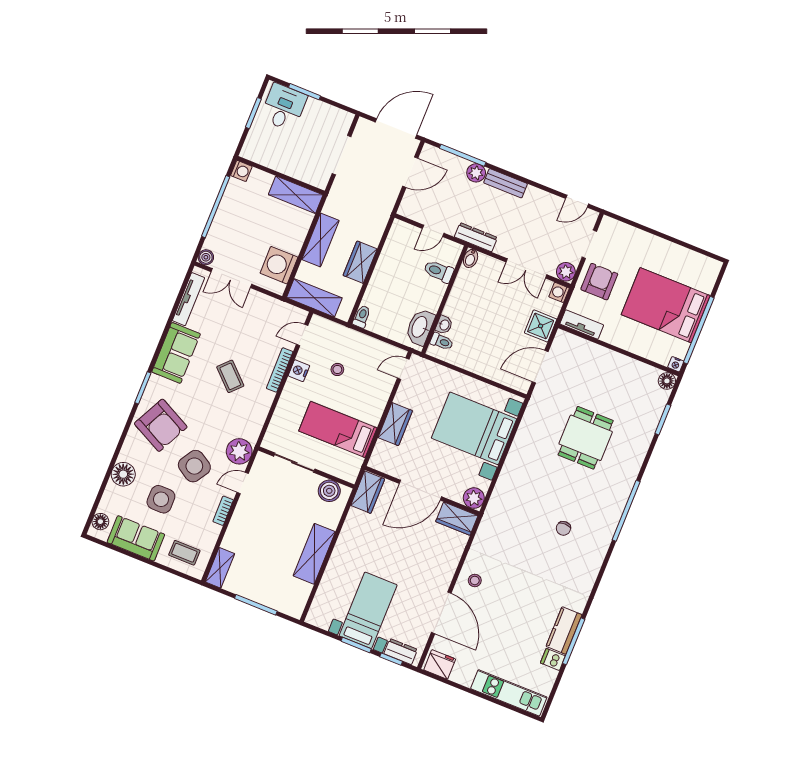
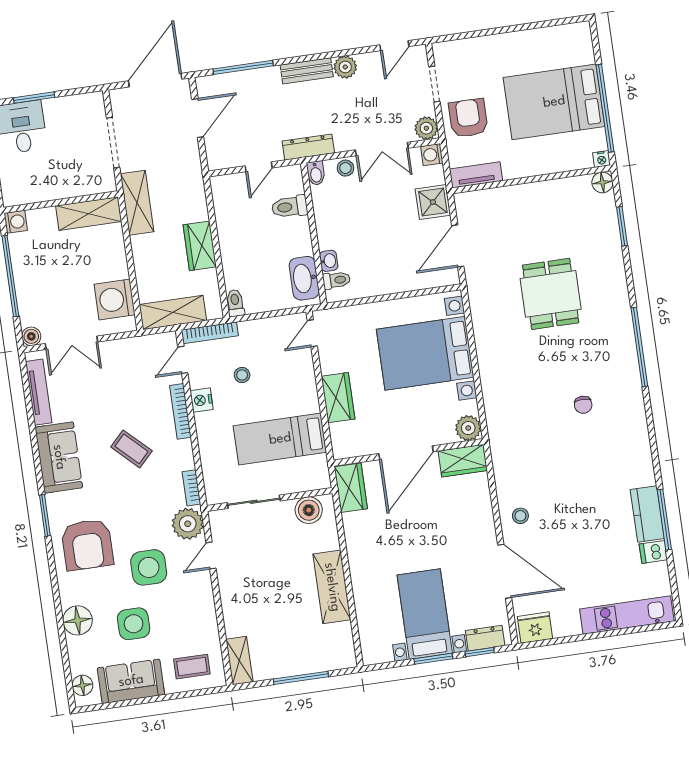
plant: (476, 173) -> (345, 67), moved
shelving: (320, 240) -> (137, 203), moved
stool: (493, 267) -> (346, 168), added
bookcase: (332, 327) -> (210, 333), added
armchair: (161, 425) -> (87, 545), turned 63
side table: (194, 466) -> (149, 567), turned -32
bookcase: (223, 511) -> (192, 488), moved

